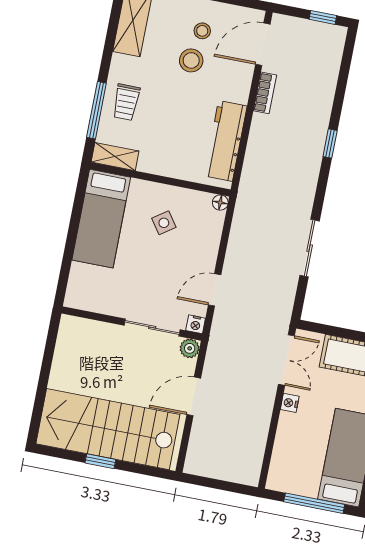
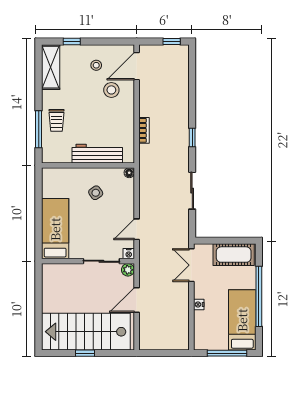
stool: (191, 60) -> (111, 90), moved
bookcase: (265, 93) -> (144, 130), moved
workbench: (225, 141) -> (97, 154), moved, turned 90
window: (330, 144) -> (192, 137), moved
shelving: (115, 157) -> (56, 157), removed
bed: (101, 219) -> (55, 229), moved, turned 180
double door: (286, 360) -> (191, 265), swing flipped
nightstand: (290, 403) -> (199, 305), moved

